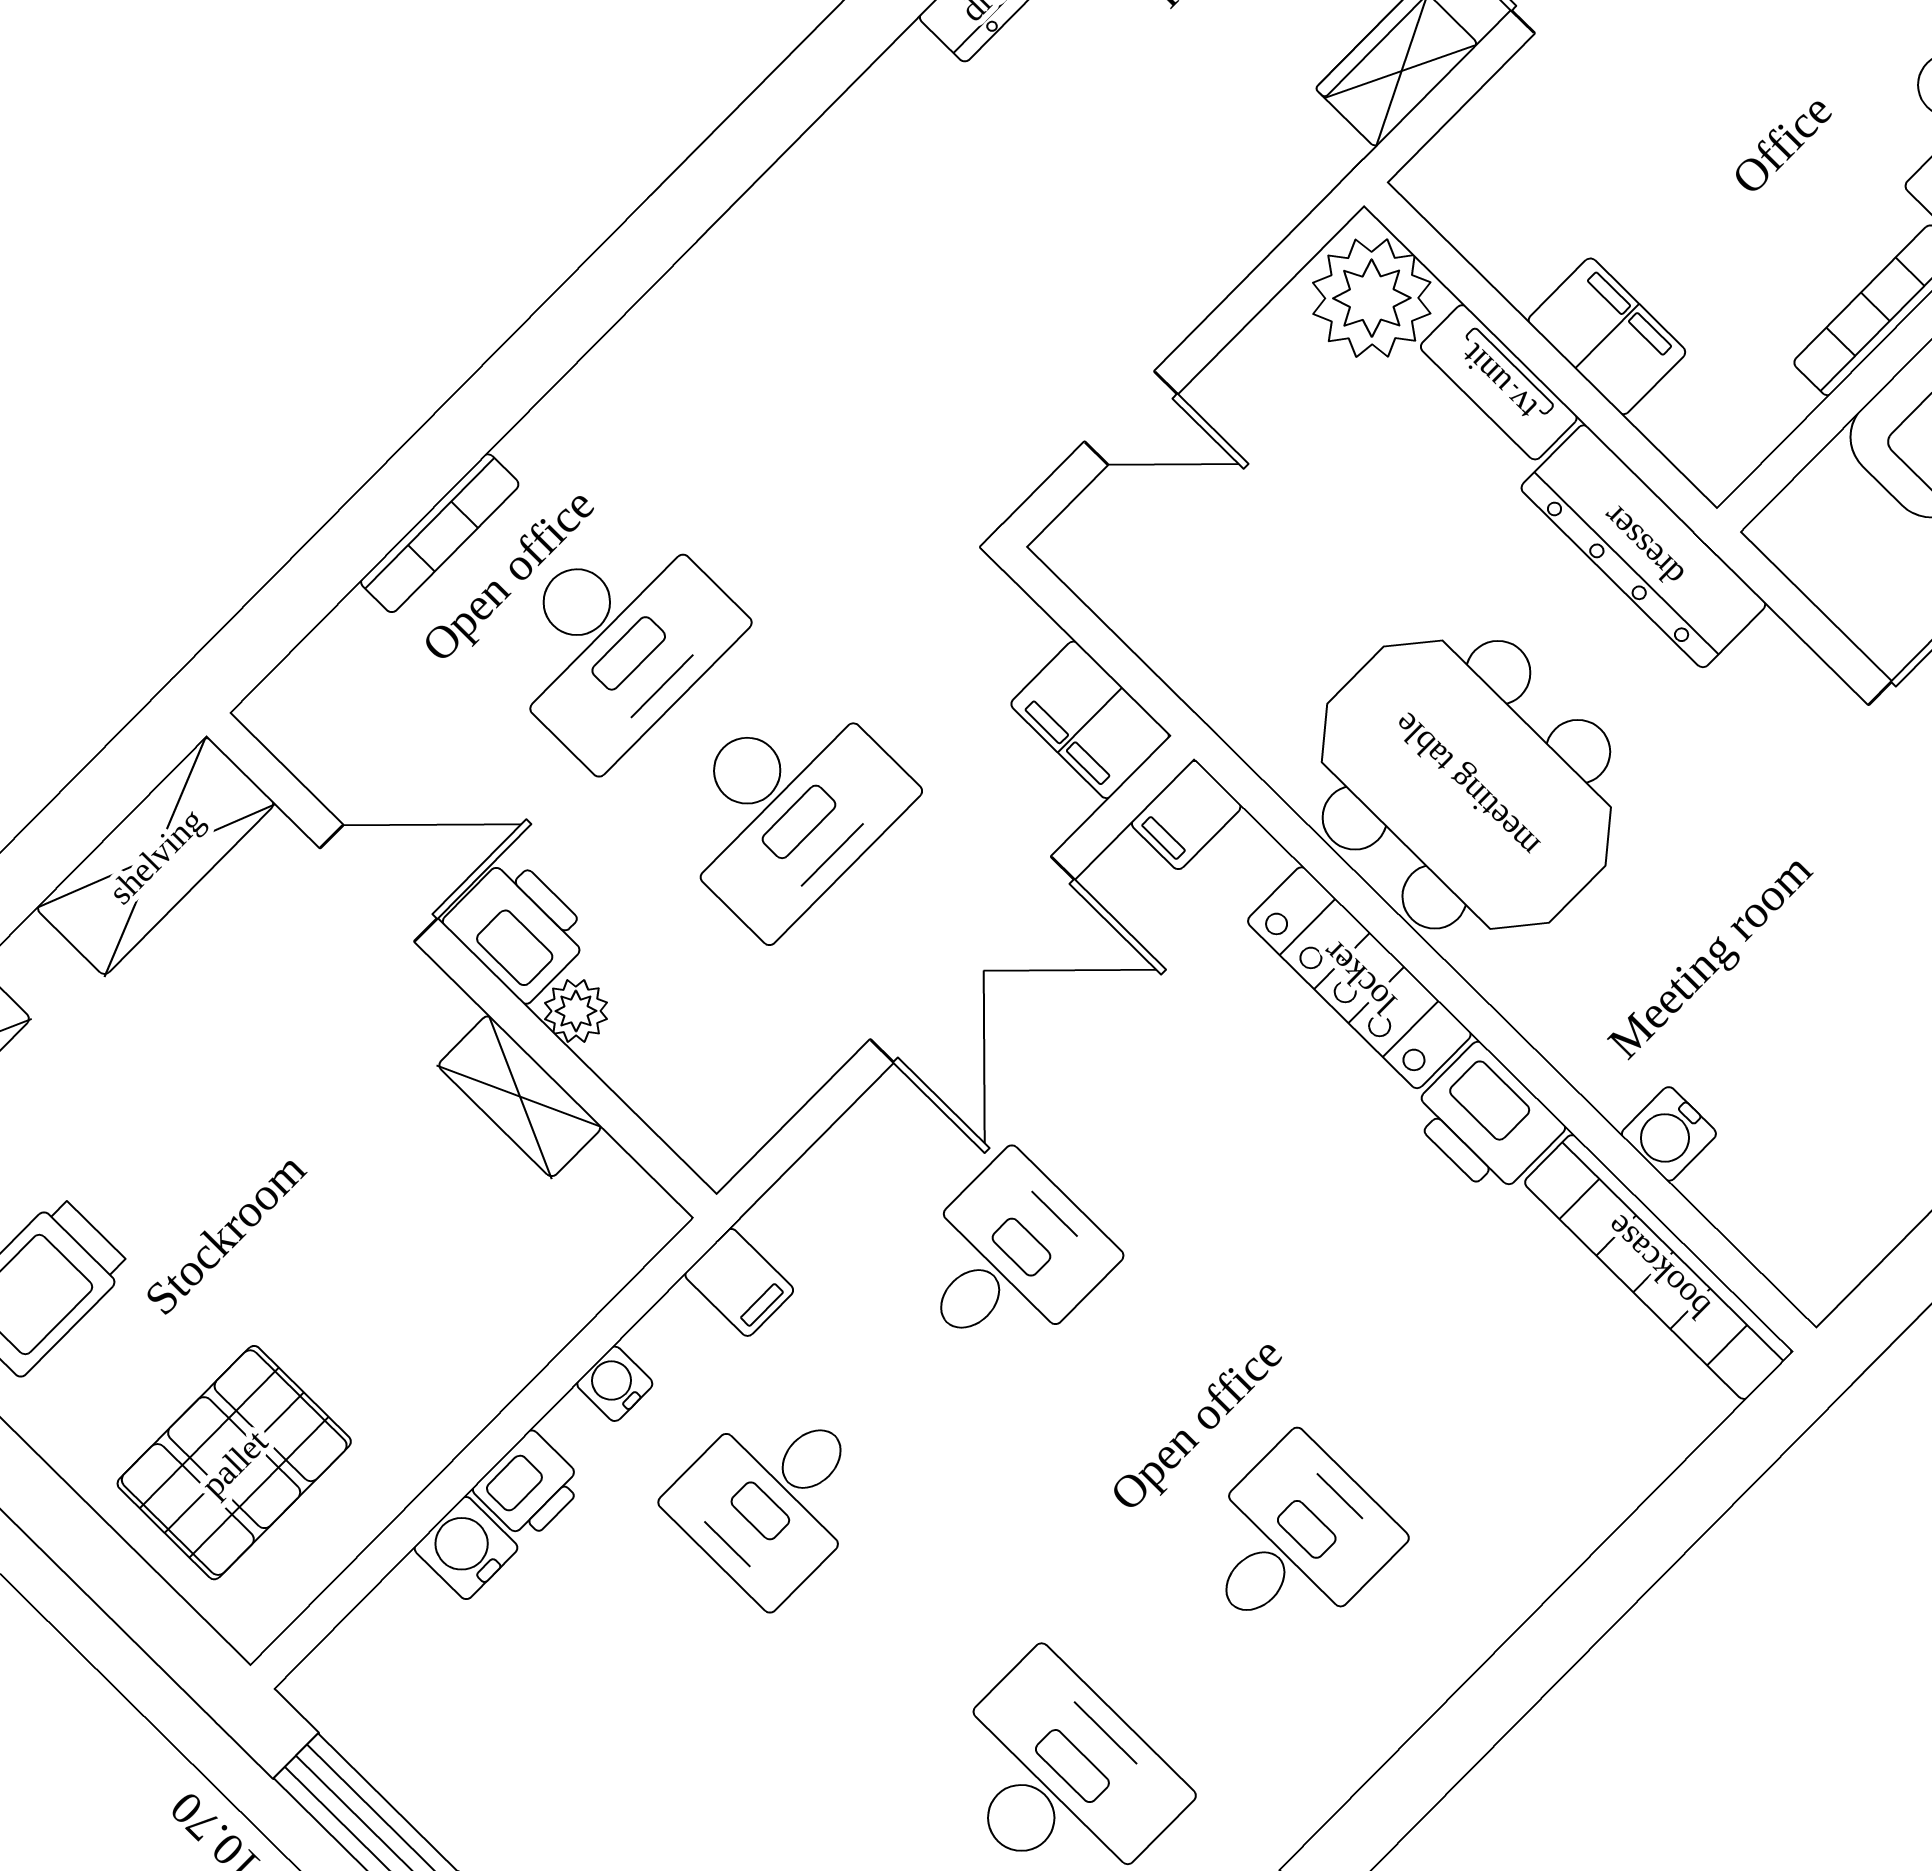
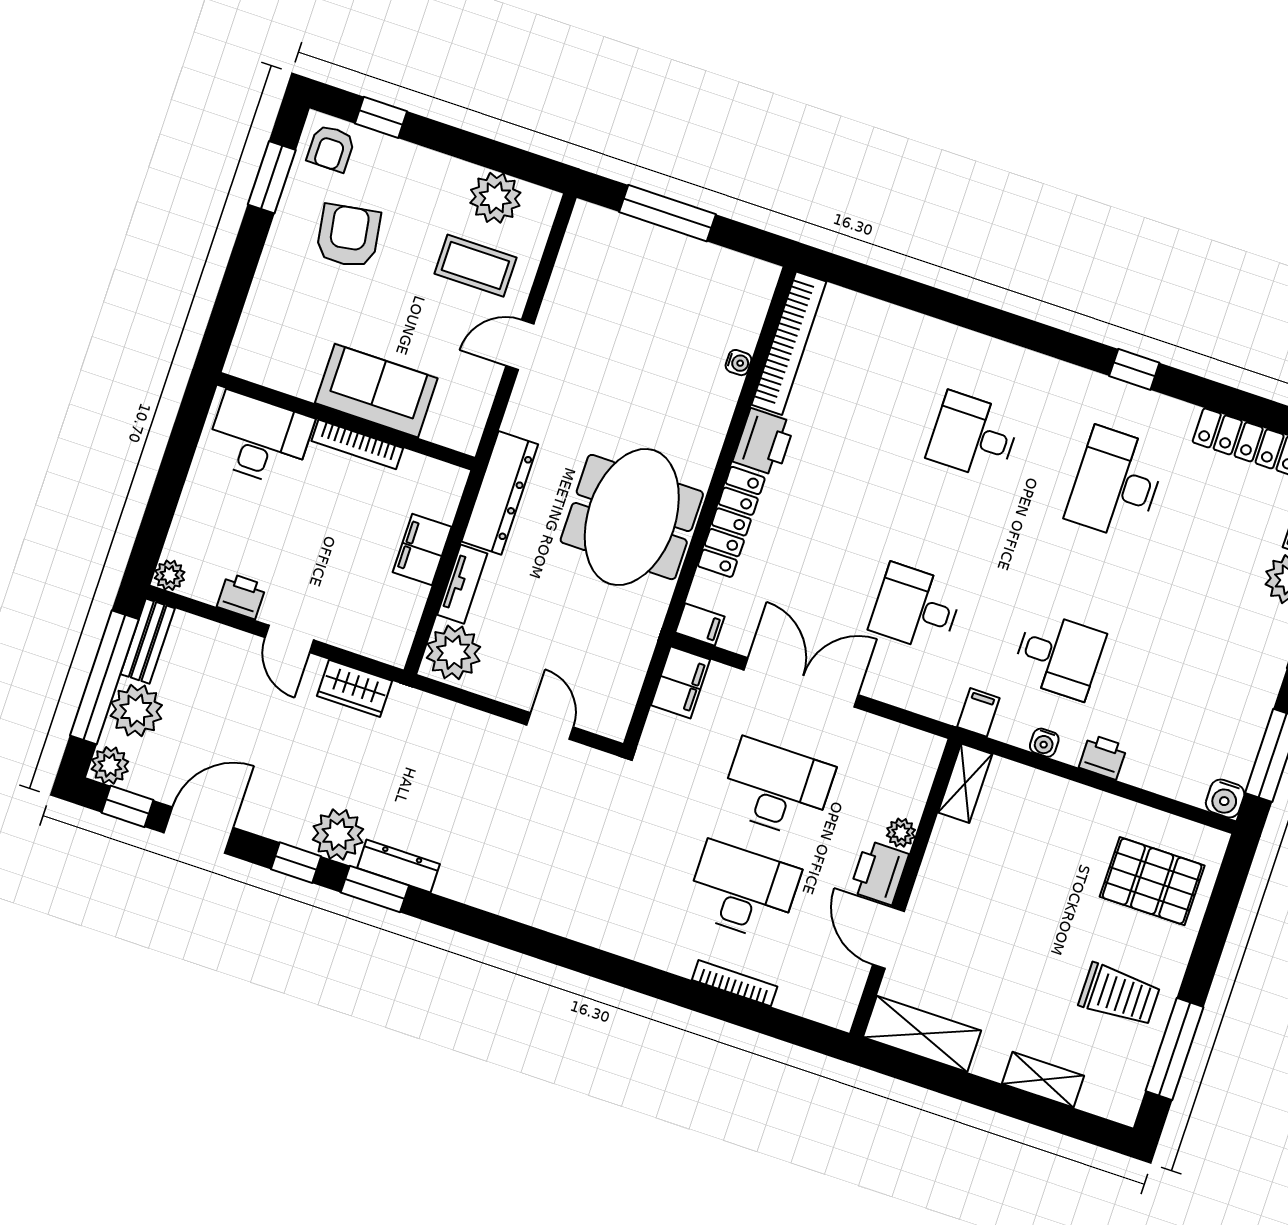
shelving: (520, 1096) -> (965, 783), moved
water cooler: (1669, 1134) -> (738, 363), width x0.72, depth x0.72
water cooler: (466, 1548) -> (1225, 798), moved

